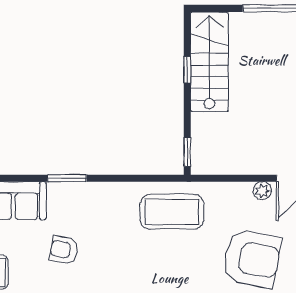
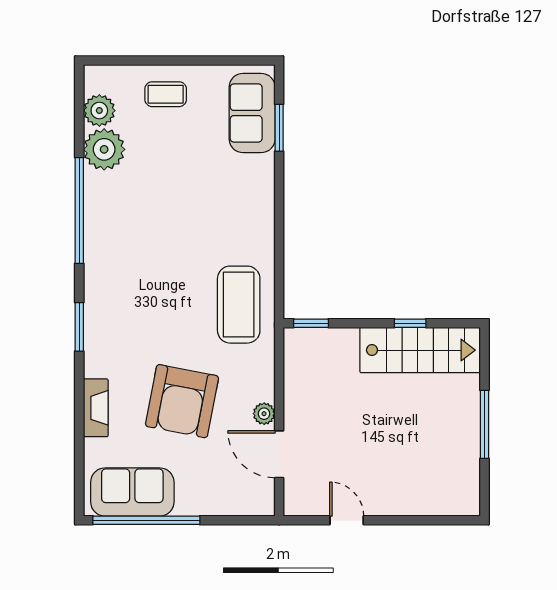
window: (67, 178) -> (279, 128), moved
armchair: (64, 250) -> (193, 174), removed

